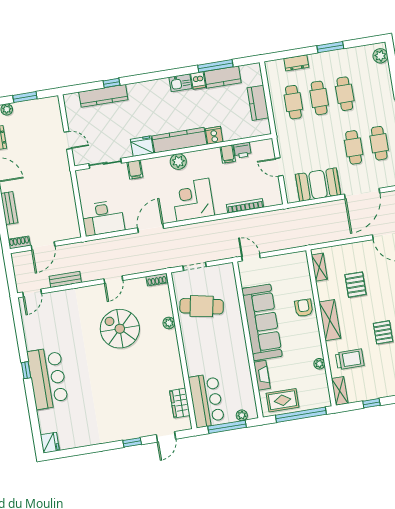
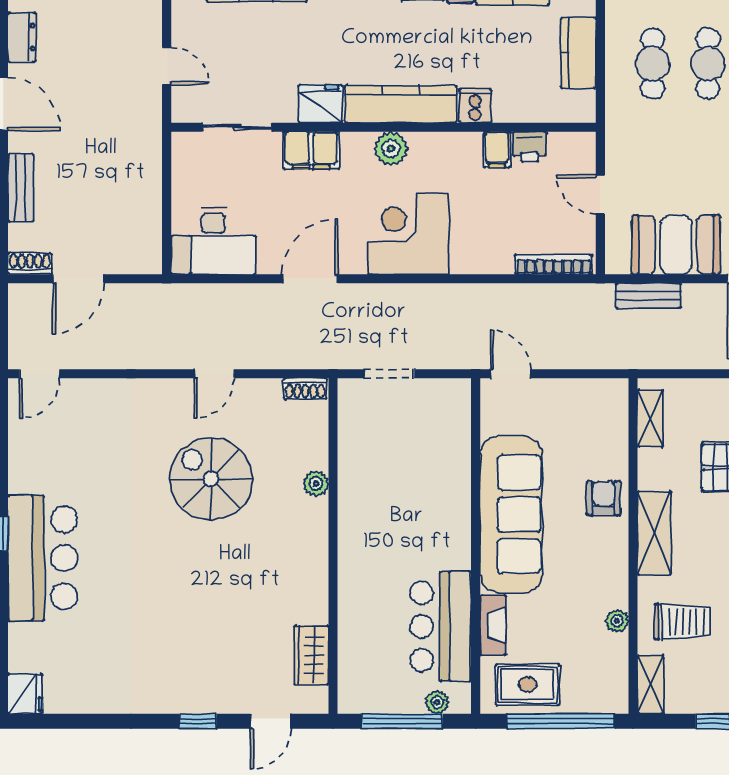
filing cabinet: (135, 170) -> (311, 150), width x2.00
bookcase: (245, 206) -> (554, 264), moved
bench: (65, 279) -> (648, 296), moved
cafe table: (202, 306) -> (390, 460), removed
bar counter: (206, 400) -> (441, 626), moved, turned 180

